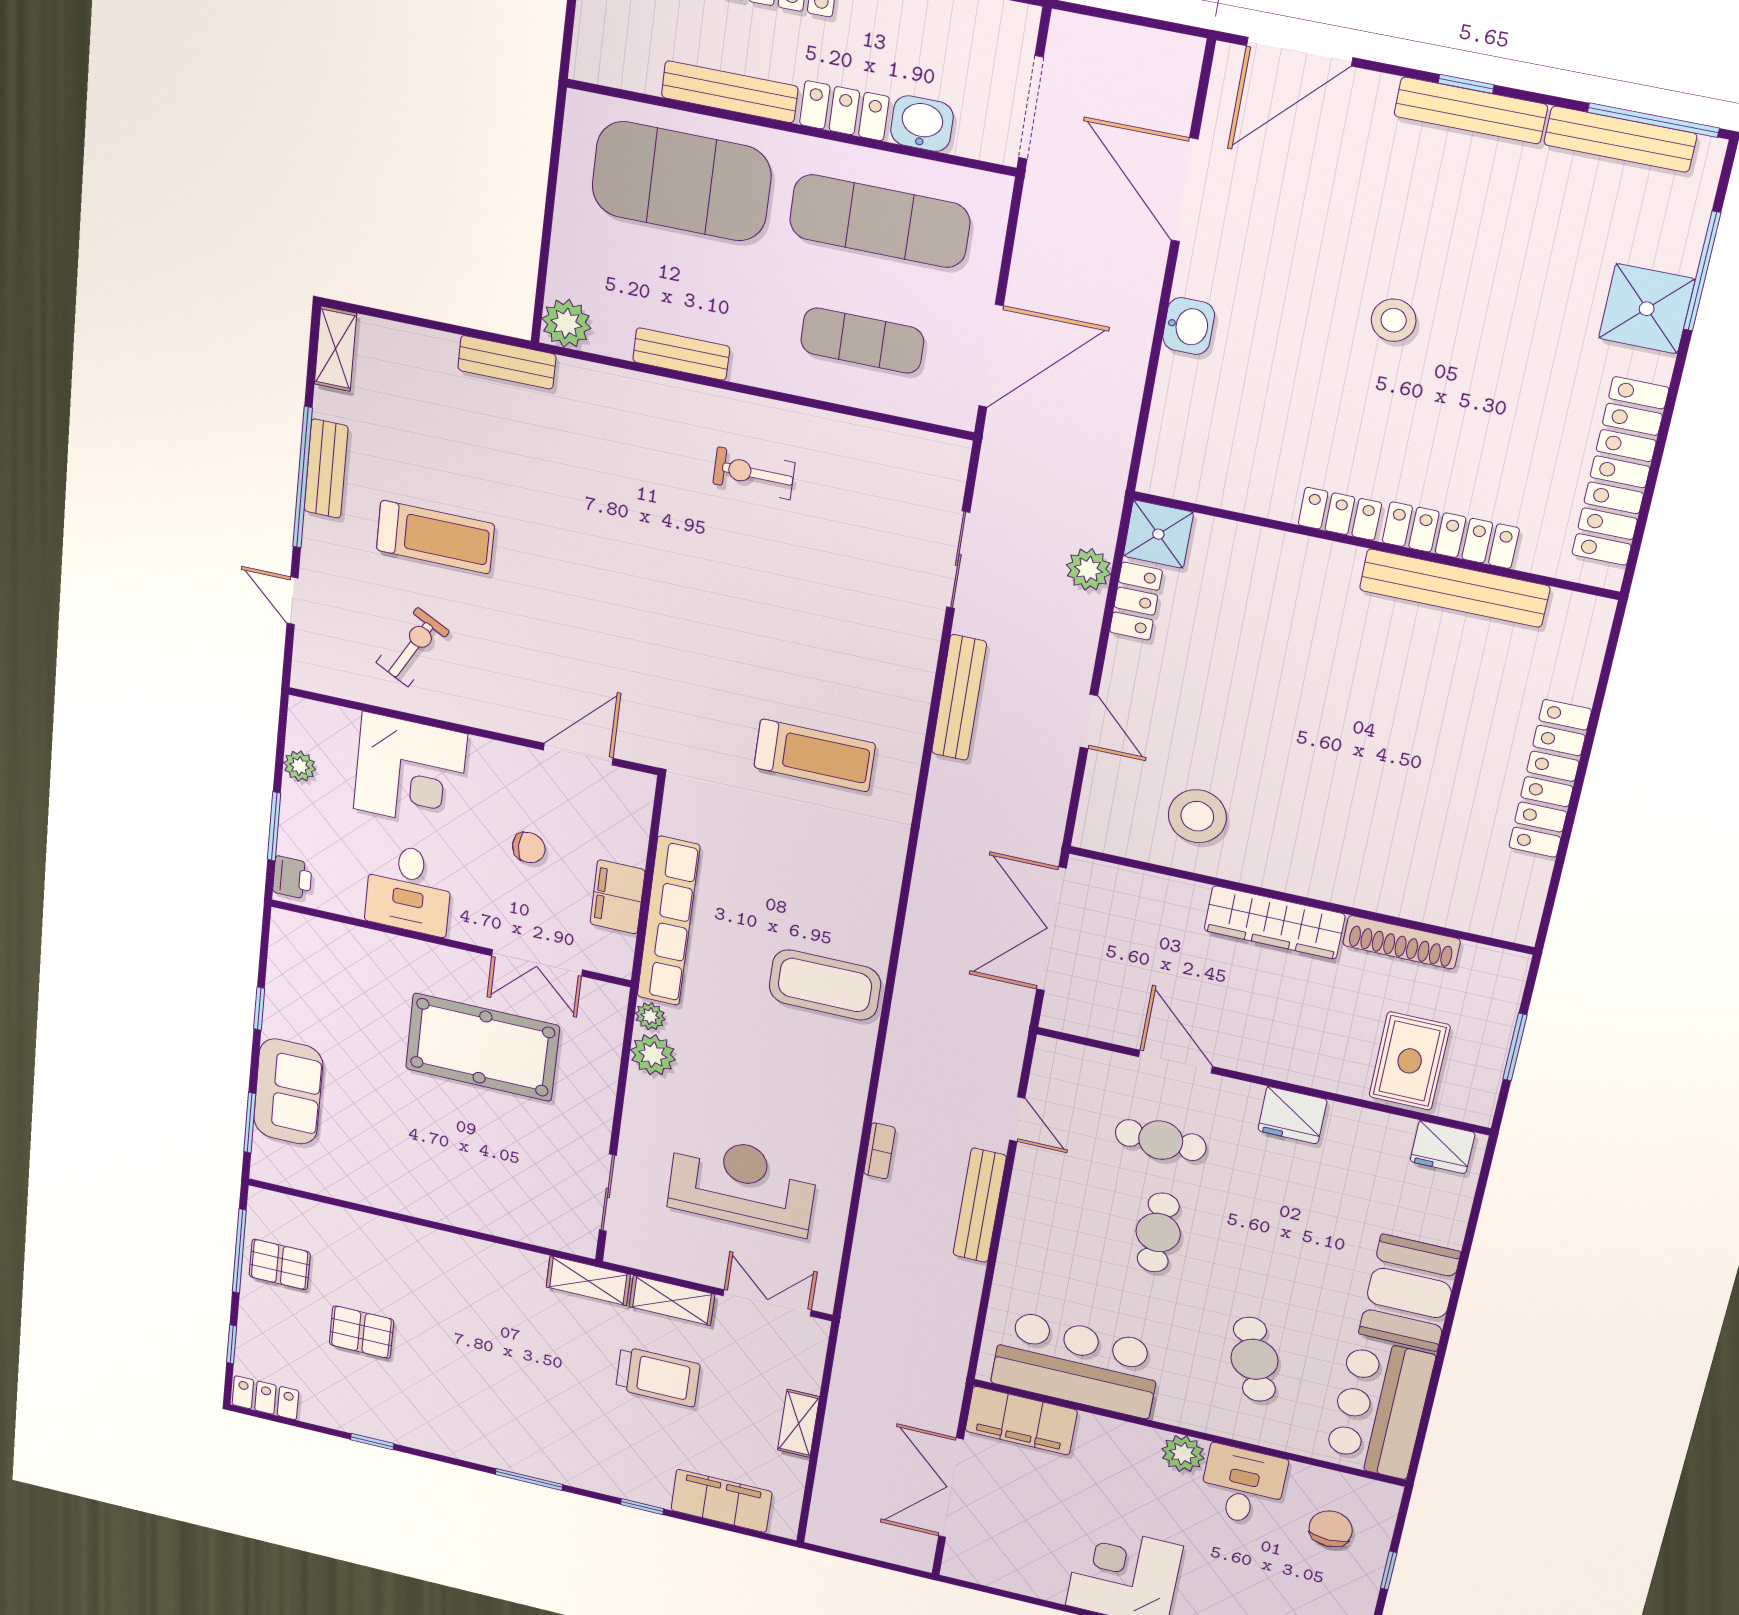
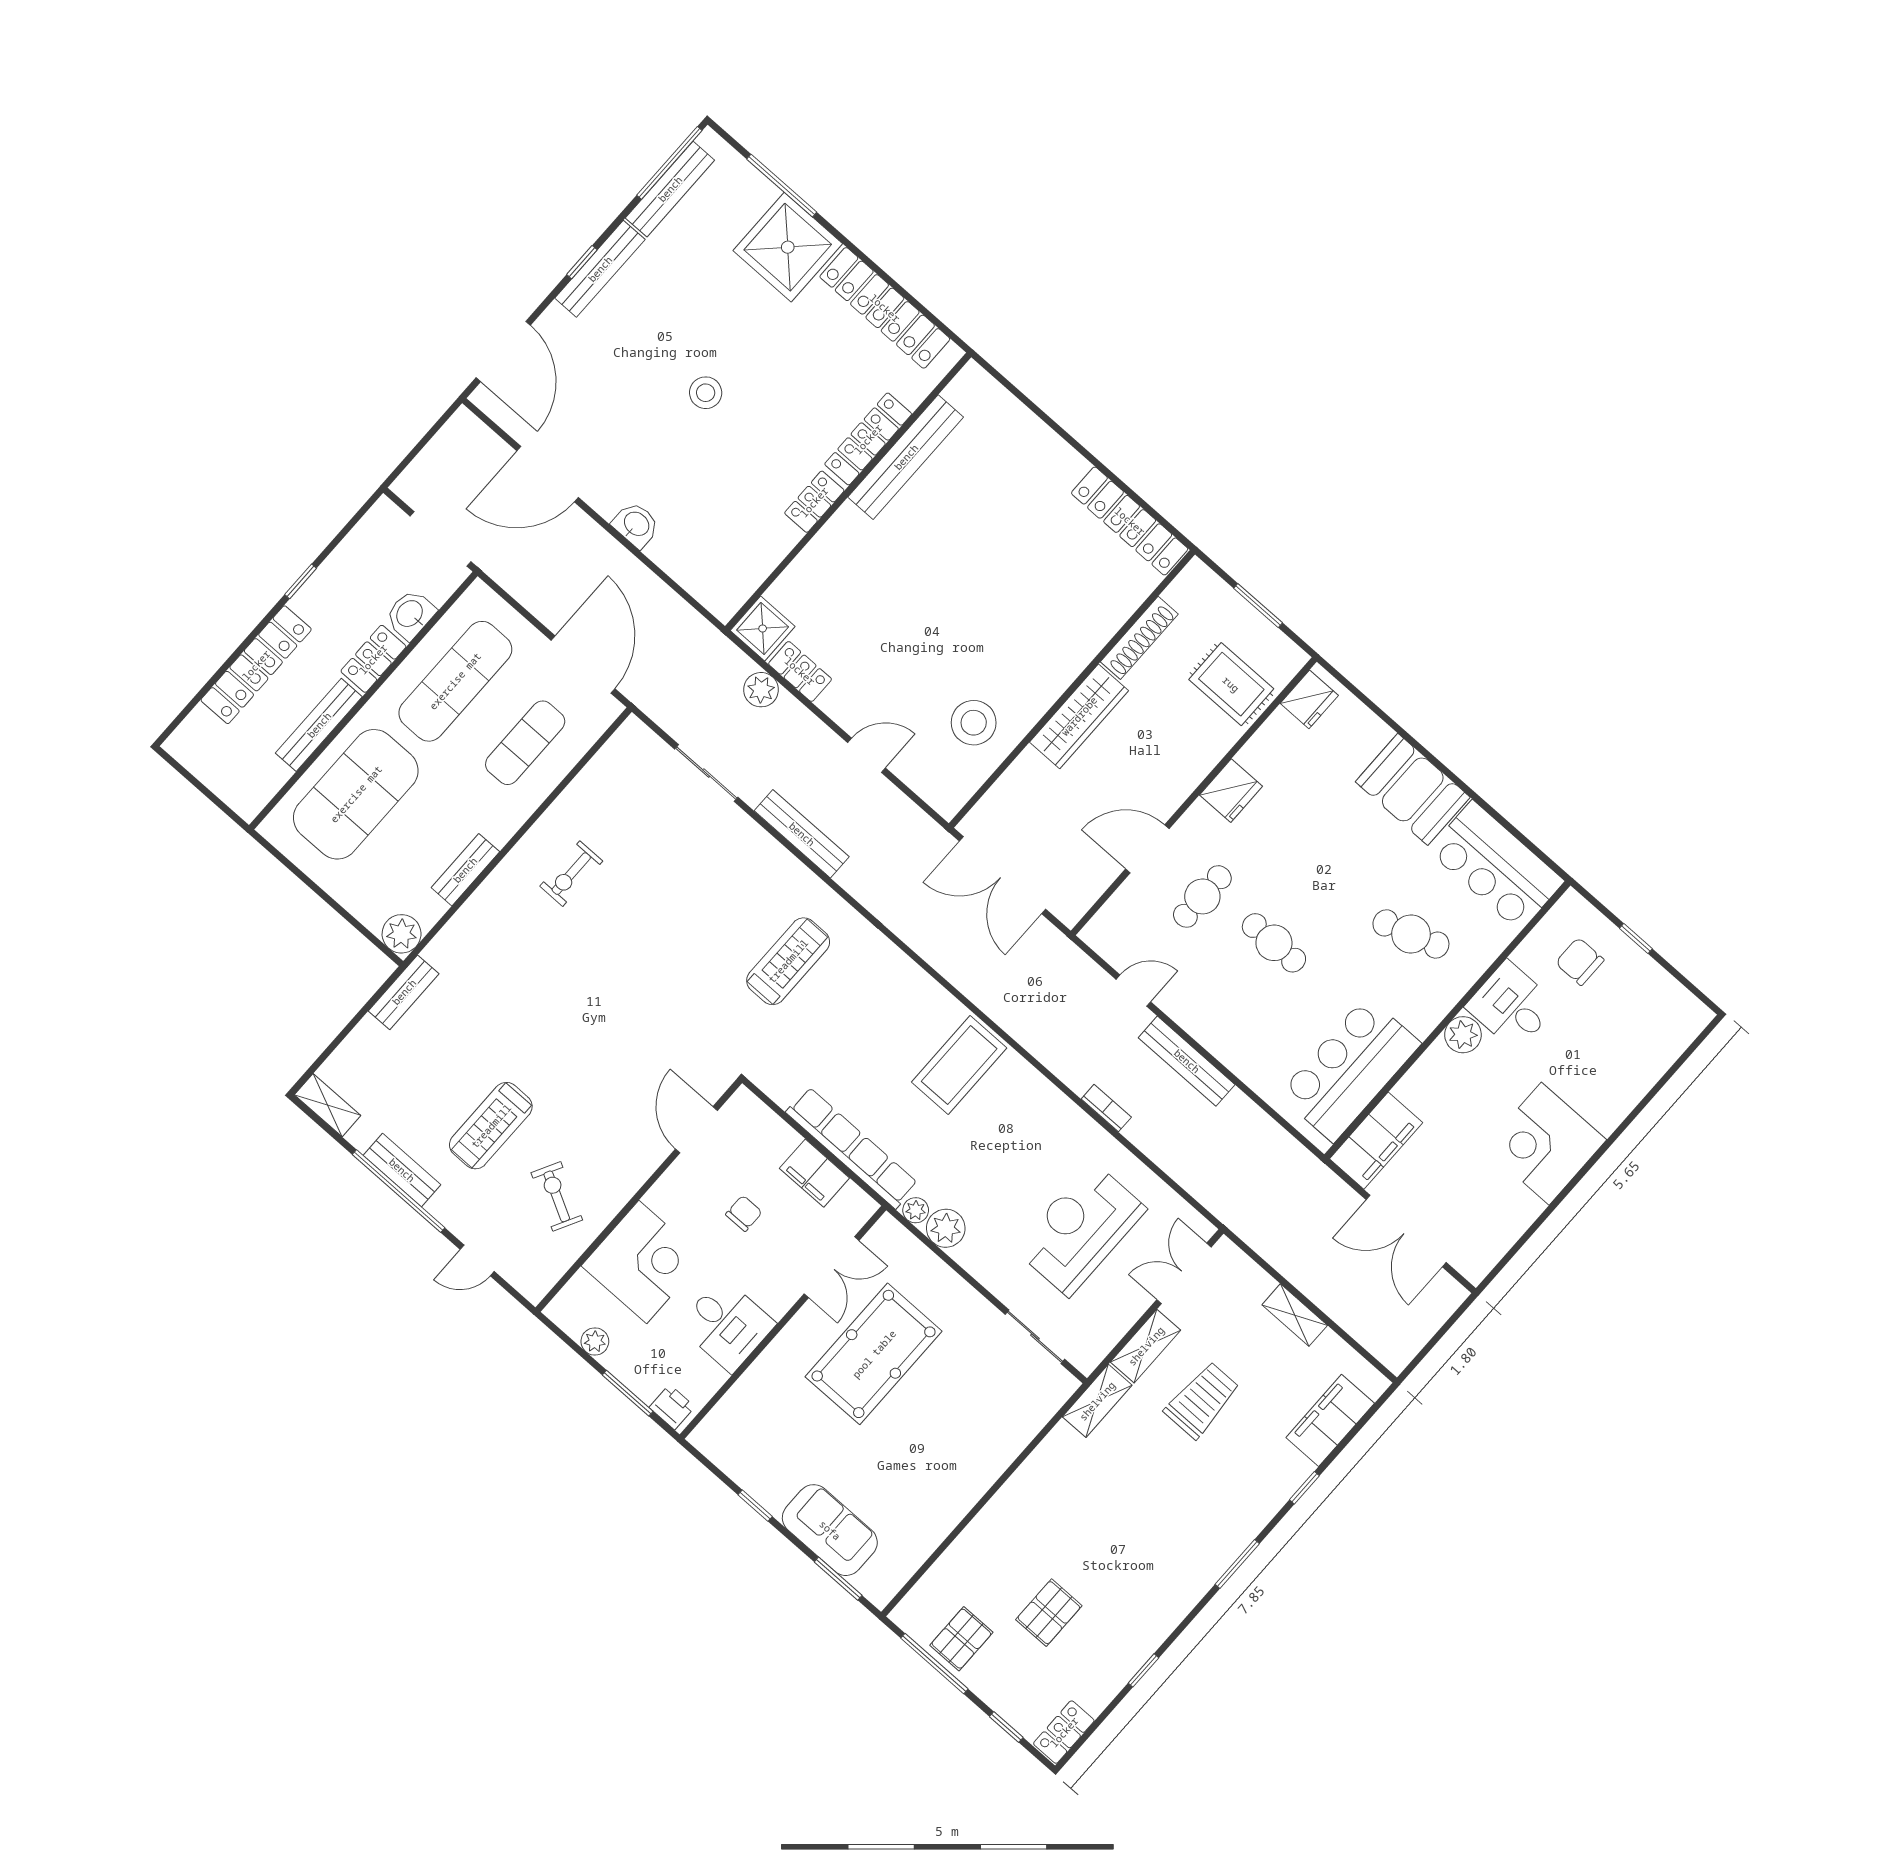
shower: (1647, 309) -> (788, 247), width x1.37, depth x1.37
treadmill: (435, 537) -> (491, 1126), turned 180
locker: (1550, 779) -> (1130, 521), moved

